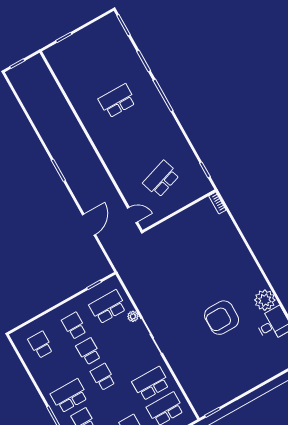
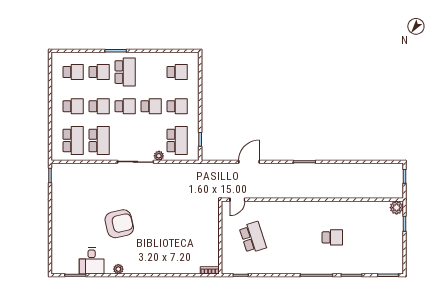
plant: (52, 54) -> (397, 208), added
school desk: (117, 101) -> (332, 237), width x0.54
door: (89, 225) -> (249, 162), swing flipped
plant: (265, 300) -> (118, 269), width x0.53, depth x0.53
armchair: (222, 318) -> (119, 224), turned 77
school desk: (117, 402) -> (99, 106), added

